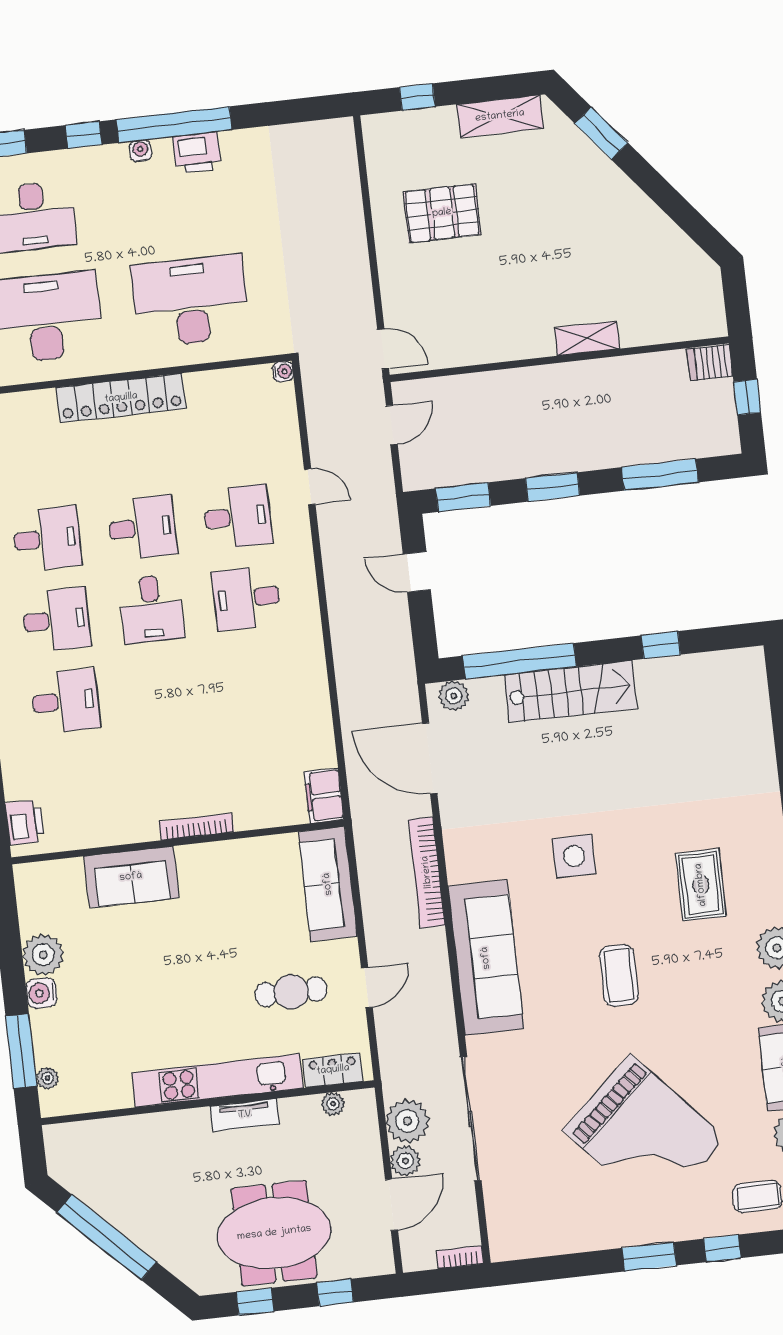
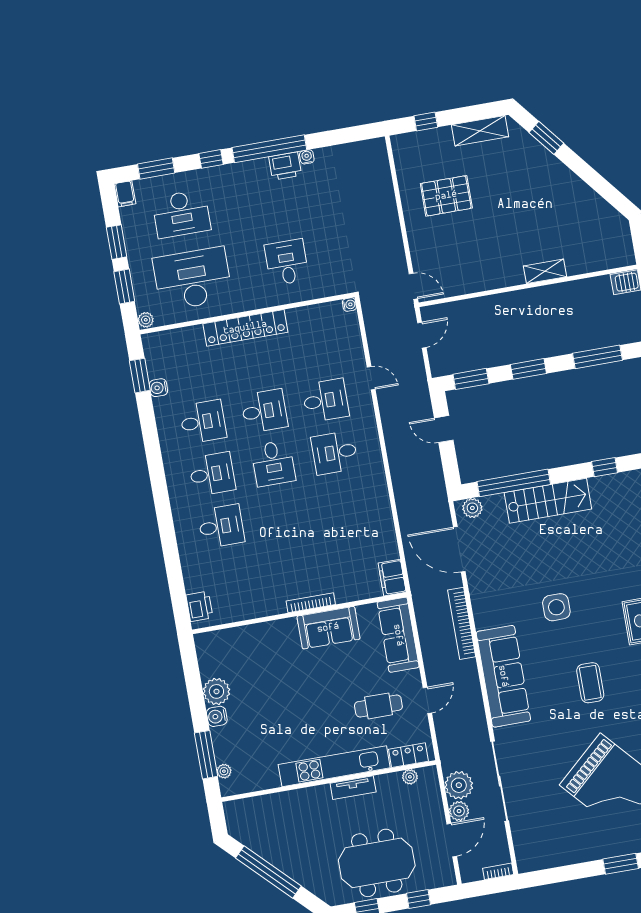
water cooler: (141, 151) -> (307, 157), moved
desk: (190, 301) -> (287, 262), width x0.53, depth x0.77
sofa: (131, 877) -> (328, 628), moved

